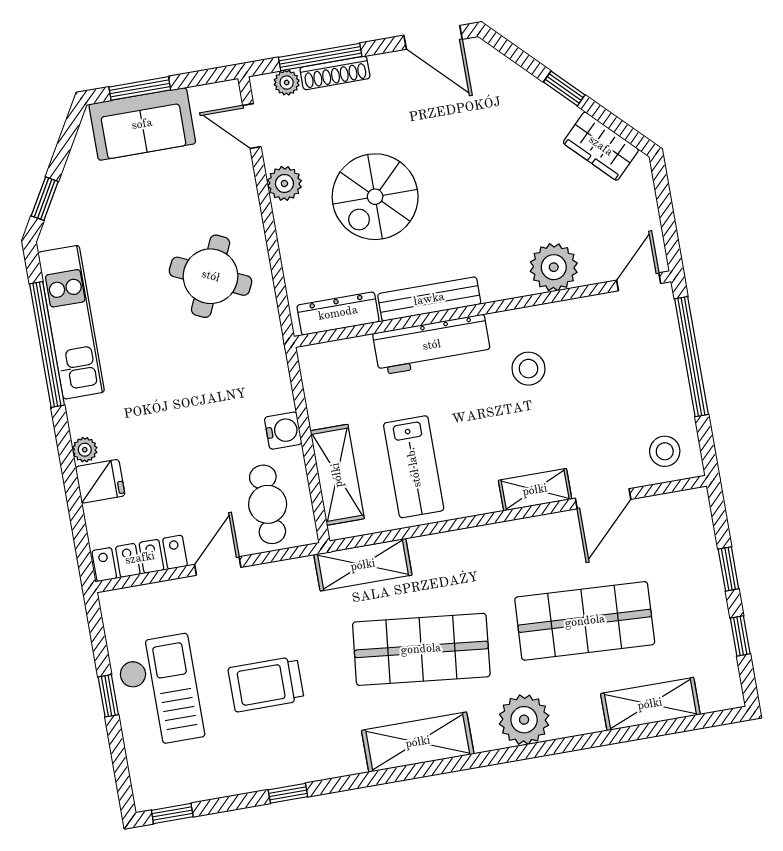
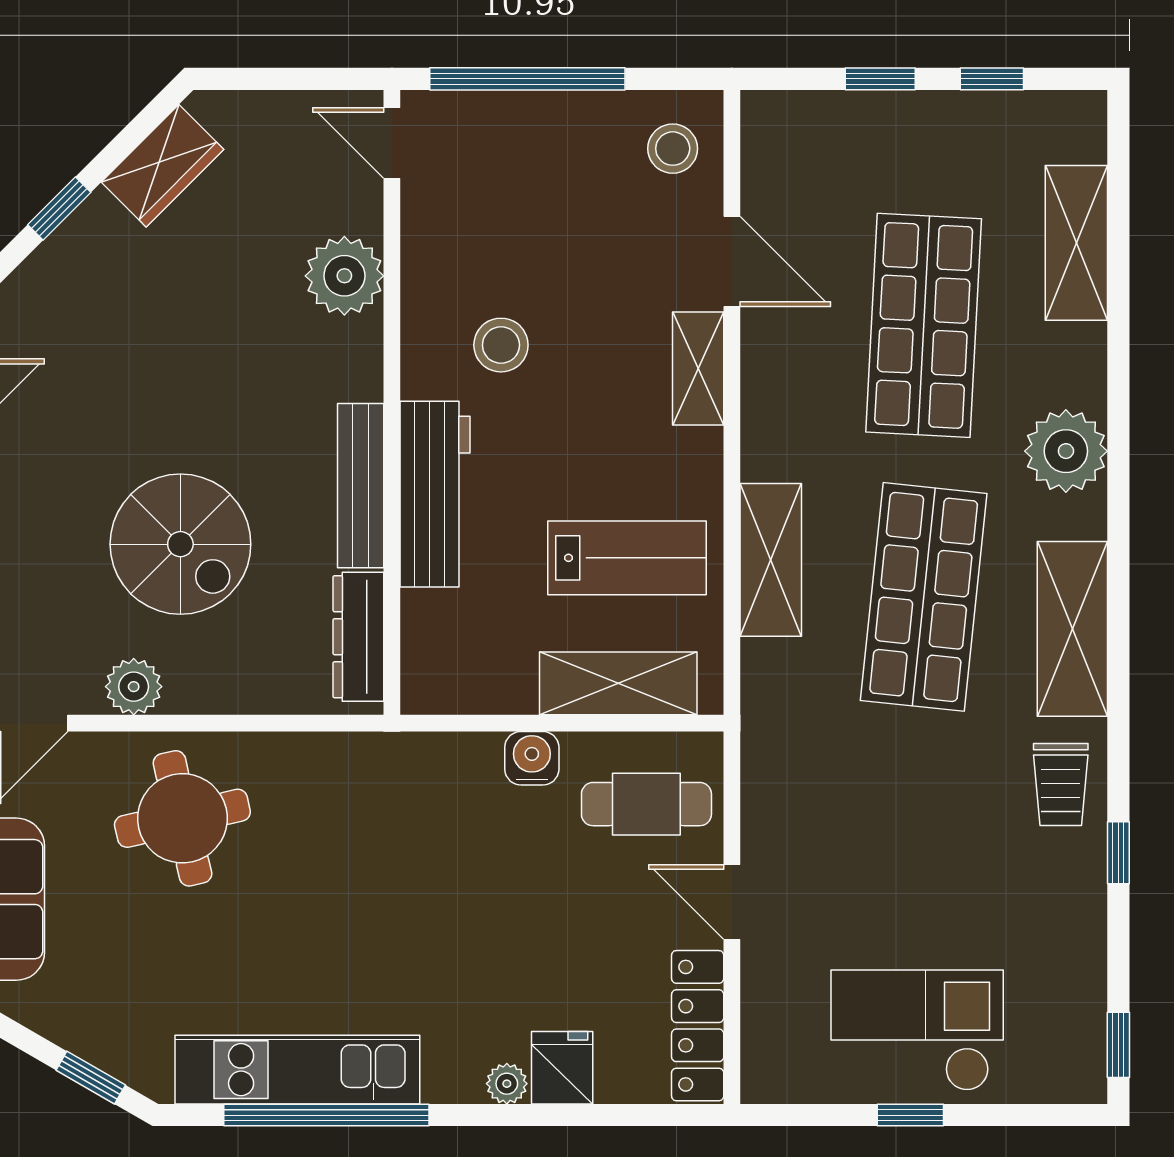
round table: (211, 276) -> (182, 818), moved, turned -38
shelving: (363, 565) -> (771, 560), moved
trolley: (266, 684) -> (1061, 784), moved, width x0.73, depth x0.72

